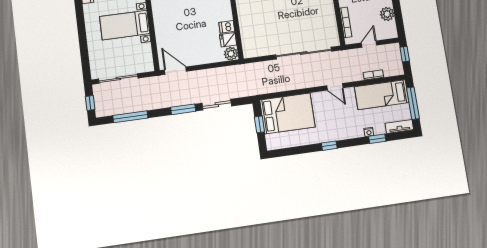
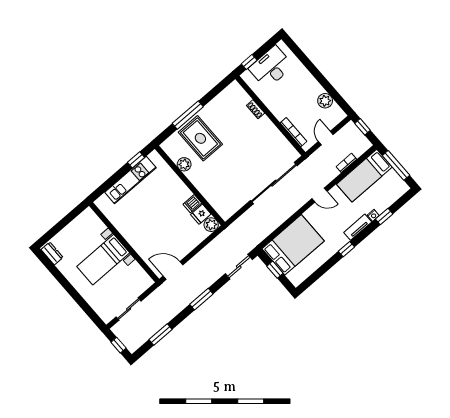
sliding door: (118, 79) -> (129, 309), width x0.73
sliding door: (217, 105) -> (239, 267), moved
window: (130, 117) -> (161, 335), width x0.69
tv unit: (399, 126) -> (358, 227), moved

